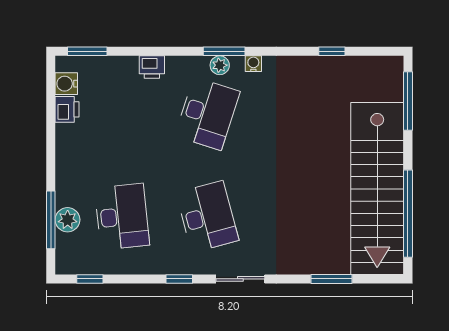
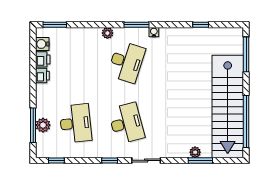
plant: (220, 65) -> (107, 33), moved
printer: (152, 67) -> (42, 76), moved, turned -90
plant: (323, 265) -> (195, 152), added

